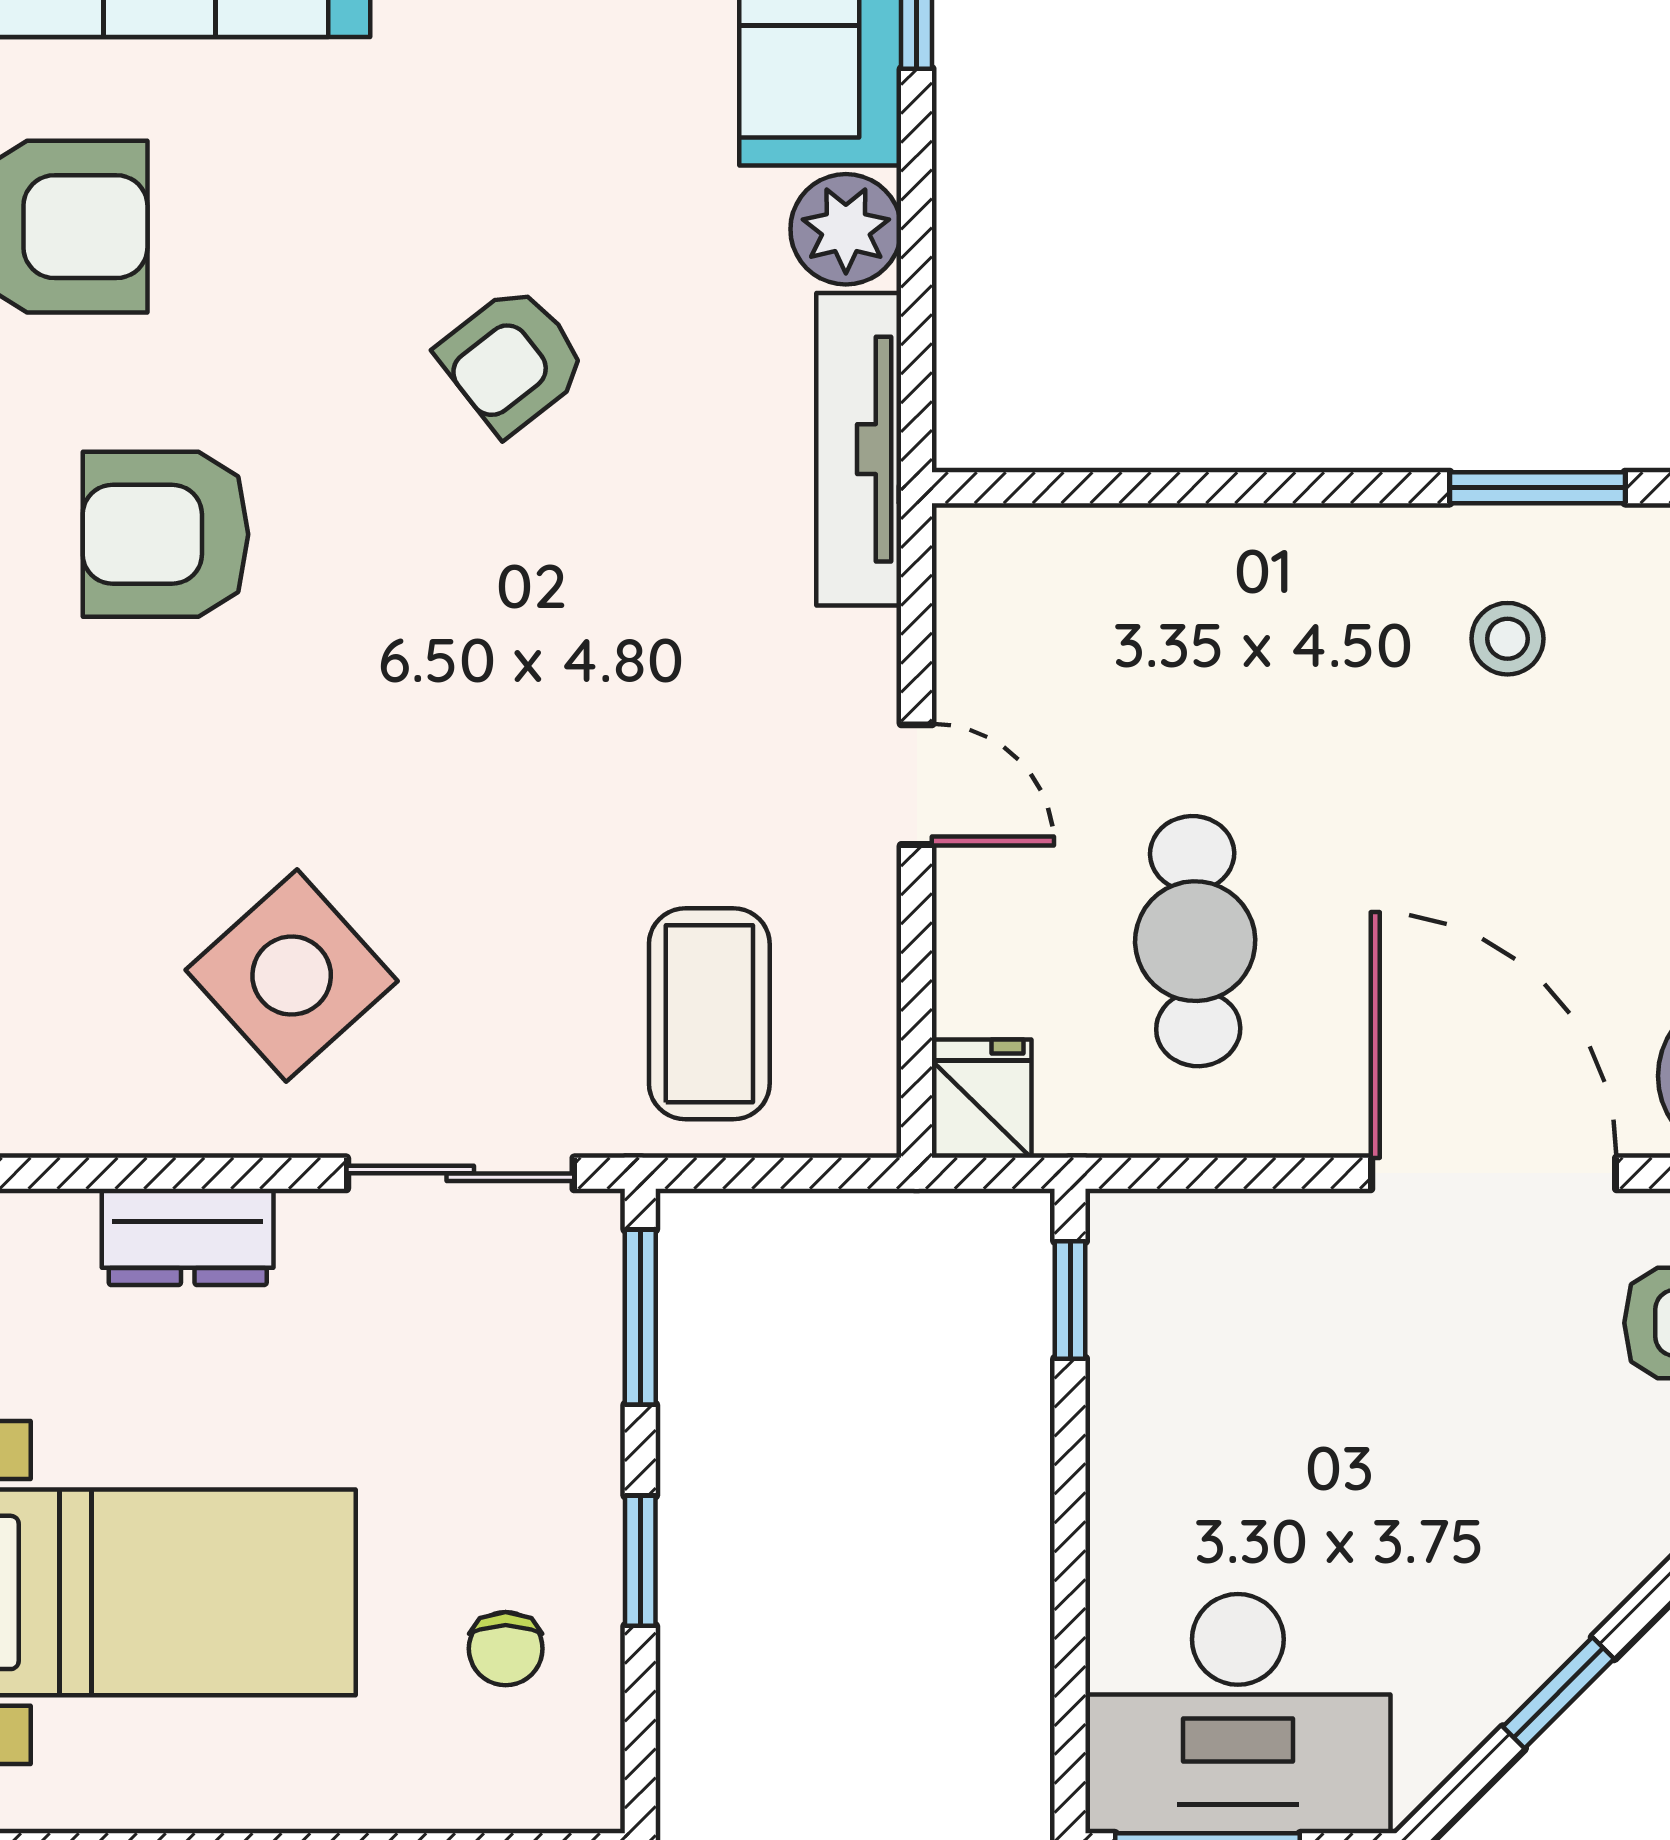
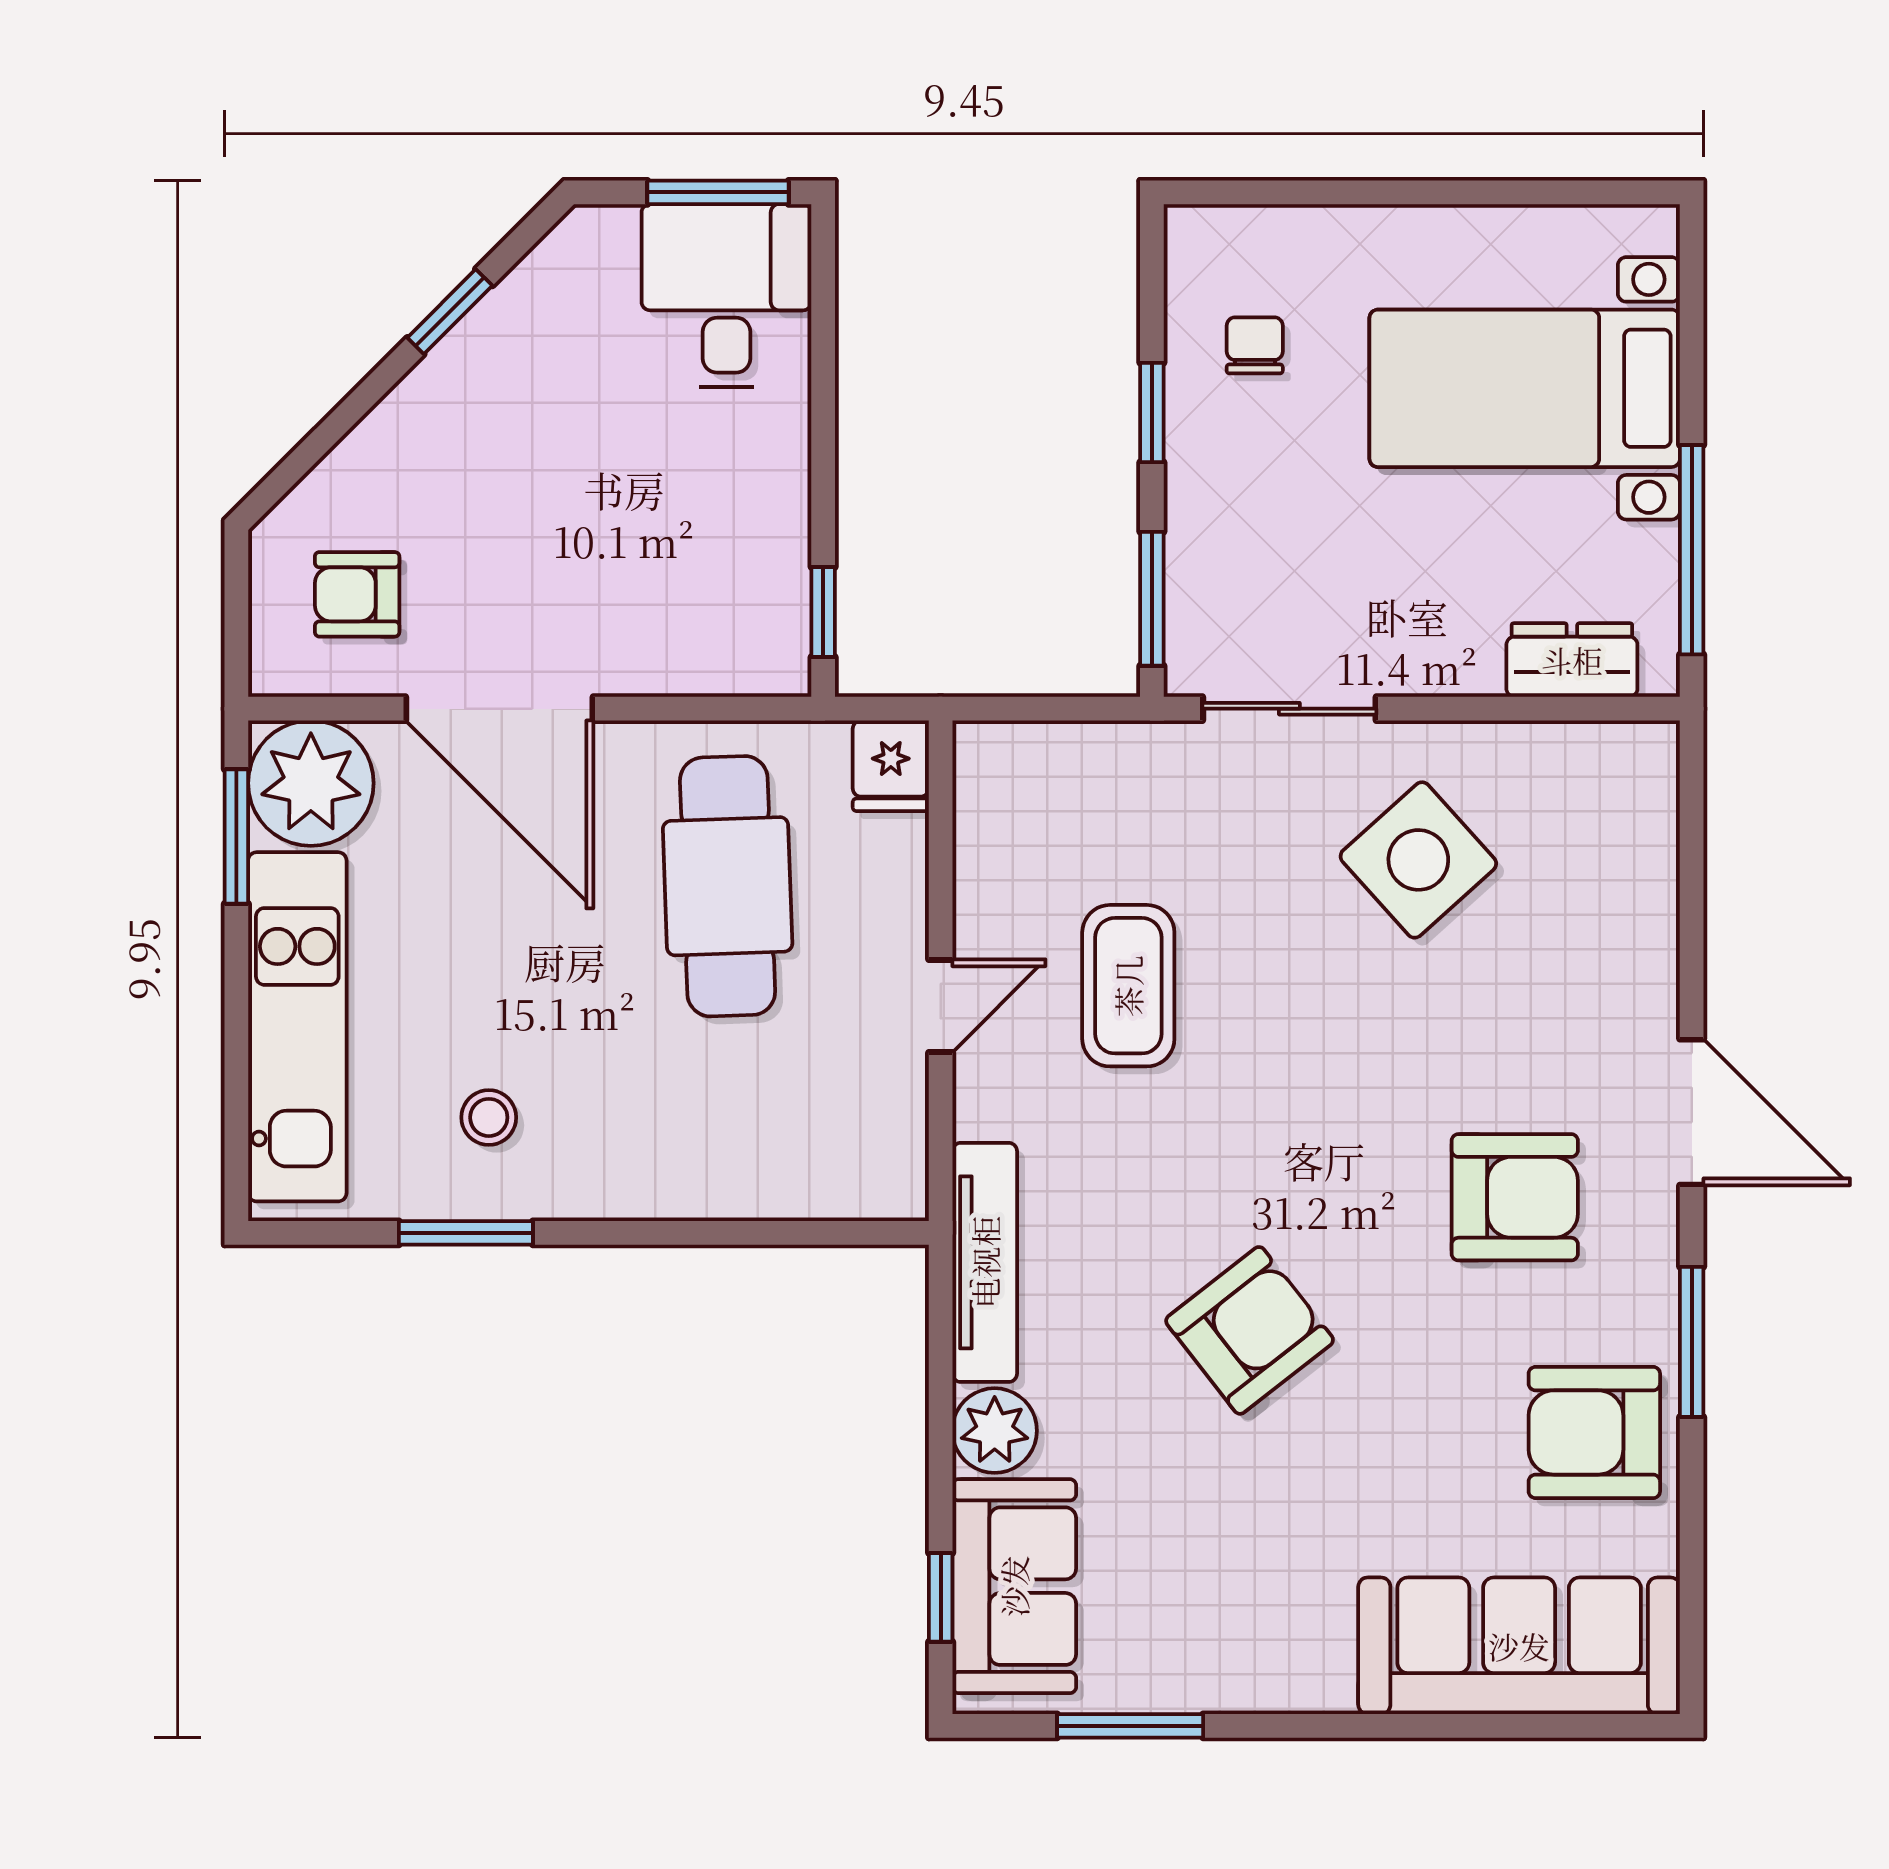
armchair: (512, 360) -> (1250, 1330), width x1.38, depth x1.38
door: (917, 785) -> (941, 1006), swing flipped
cafe table: (1195, 941) -> (728, 886), width x1.37, depth x1.35
coffee table: (709, 1014) -> (1128, 986), moved
dresser: (188, 1237) -> (1572, 660), moved
desk: (1238, 1714) -> (727, 296), width x0.73

